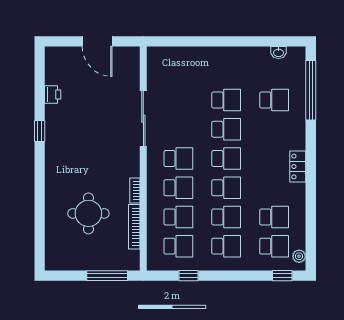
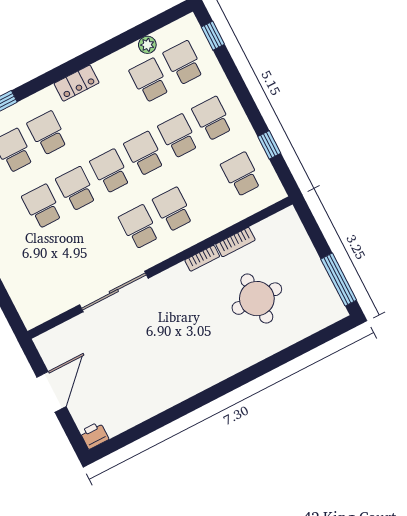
printer: (53, 95) -> (94, 435), moved
window: (40, 131) -> (190, 405), removed
school desk: (178, 217) -> (47, 133), moved
bookcase: (134, 227) -> (235, 242), width x0.64
plant: (299, 256) -> (147, 45), moved
window: (107, 276) -> (339, 280), moved

